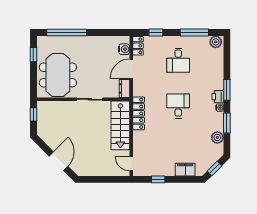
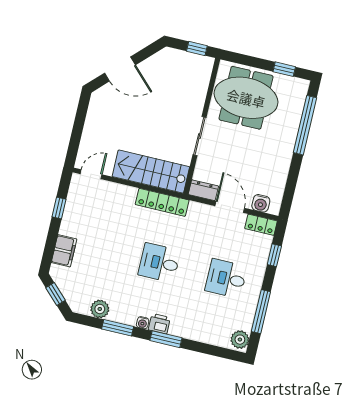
desk: (178, 106) -> (159, 263), turned 180

